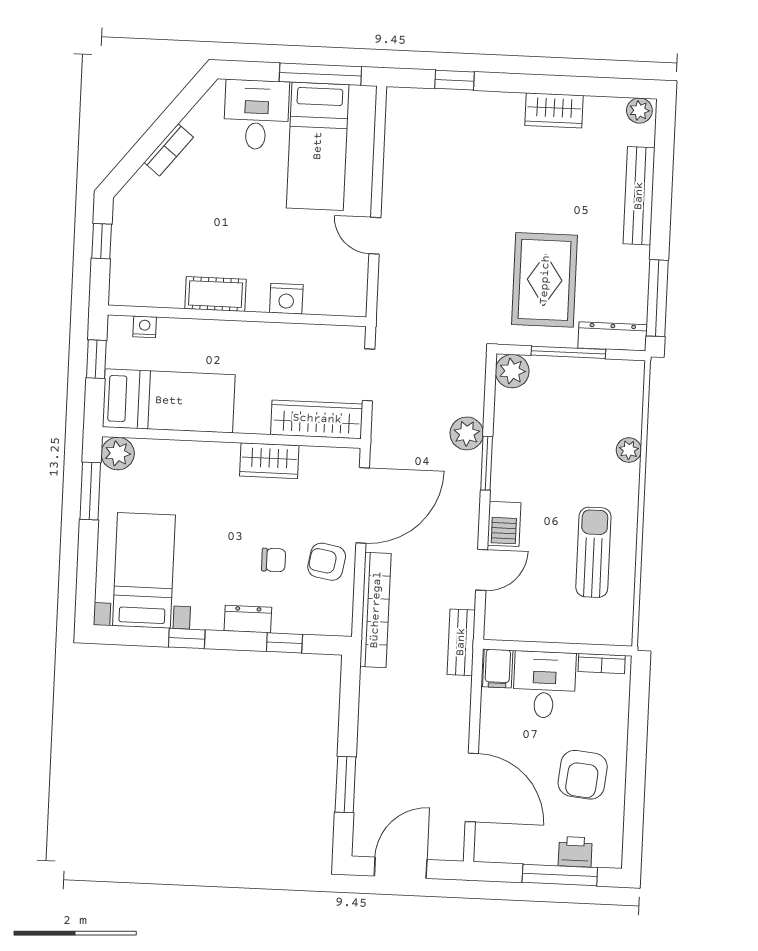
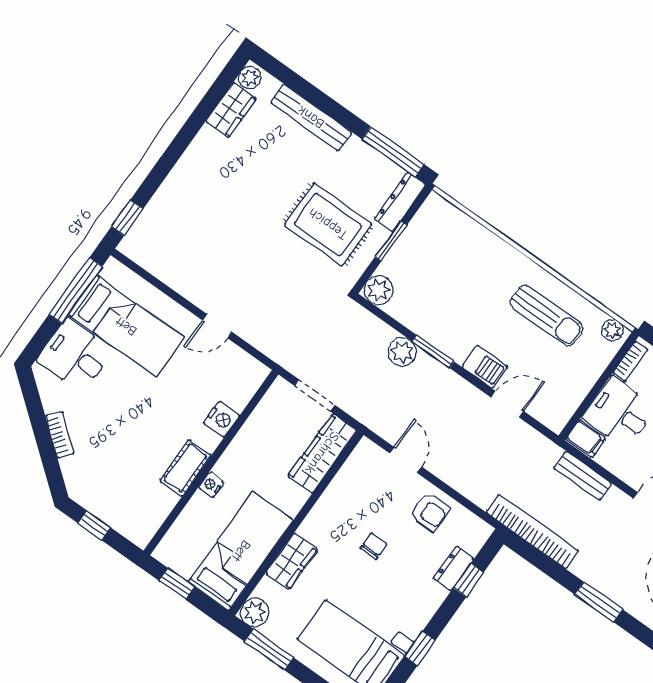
window: (454, 80) -> (127, 218), moved
wardrobe: (554, 110) -> (231, 110), moved
nightstand: (145, 327) -> (211, 485), moved
window: (568, 352) -> (391, 241), width x0.69
plant: (629, 450) -> (612, 330), moved
wardrobe: (269, 461) -> (292, 561), moved
door: (363, 505) -> (406, 460), width x0.53
sun lounger: (593, 552) -> (547, 316), turned 180
chair: (274, 560) -> (374, 546), moved
armchair: (327, 562) -> (430, 512), turned -100
door: (482, 570) -> (507, 404), hinge flipped
bookcase: (376, 610) -> (532, 532), moved
dresser: (248, 619) -> (453, 569), moved
bench: (461, 642) -> (583, 476), moved

